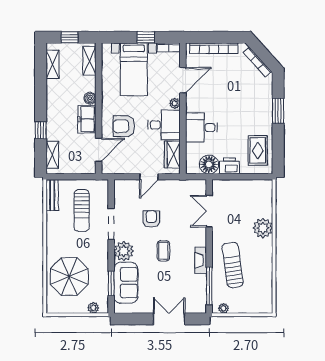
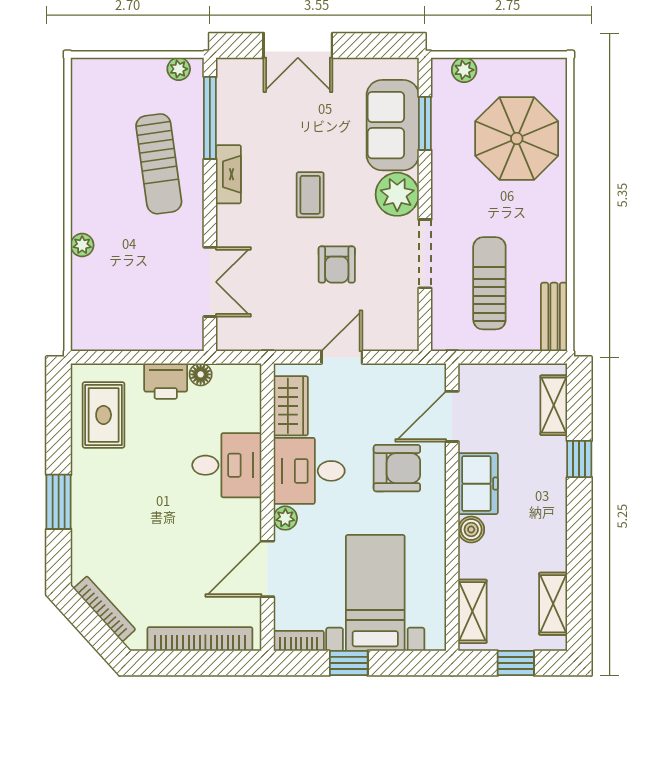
floor lamp: (209, 164) -> (201, 374), width x0.53, depth x0.53
plant: (263, 228) -> (82, 245), width x0.53, depth x0.53

